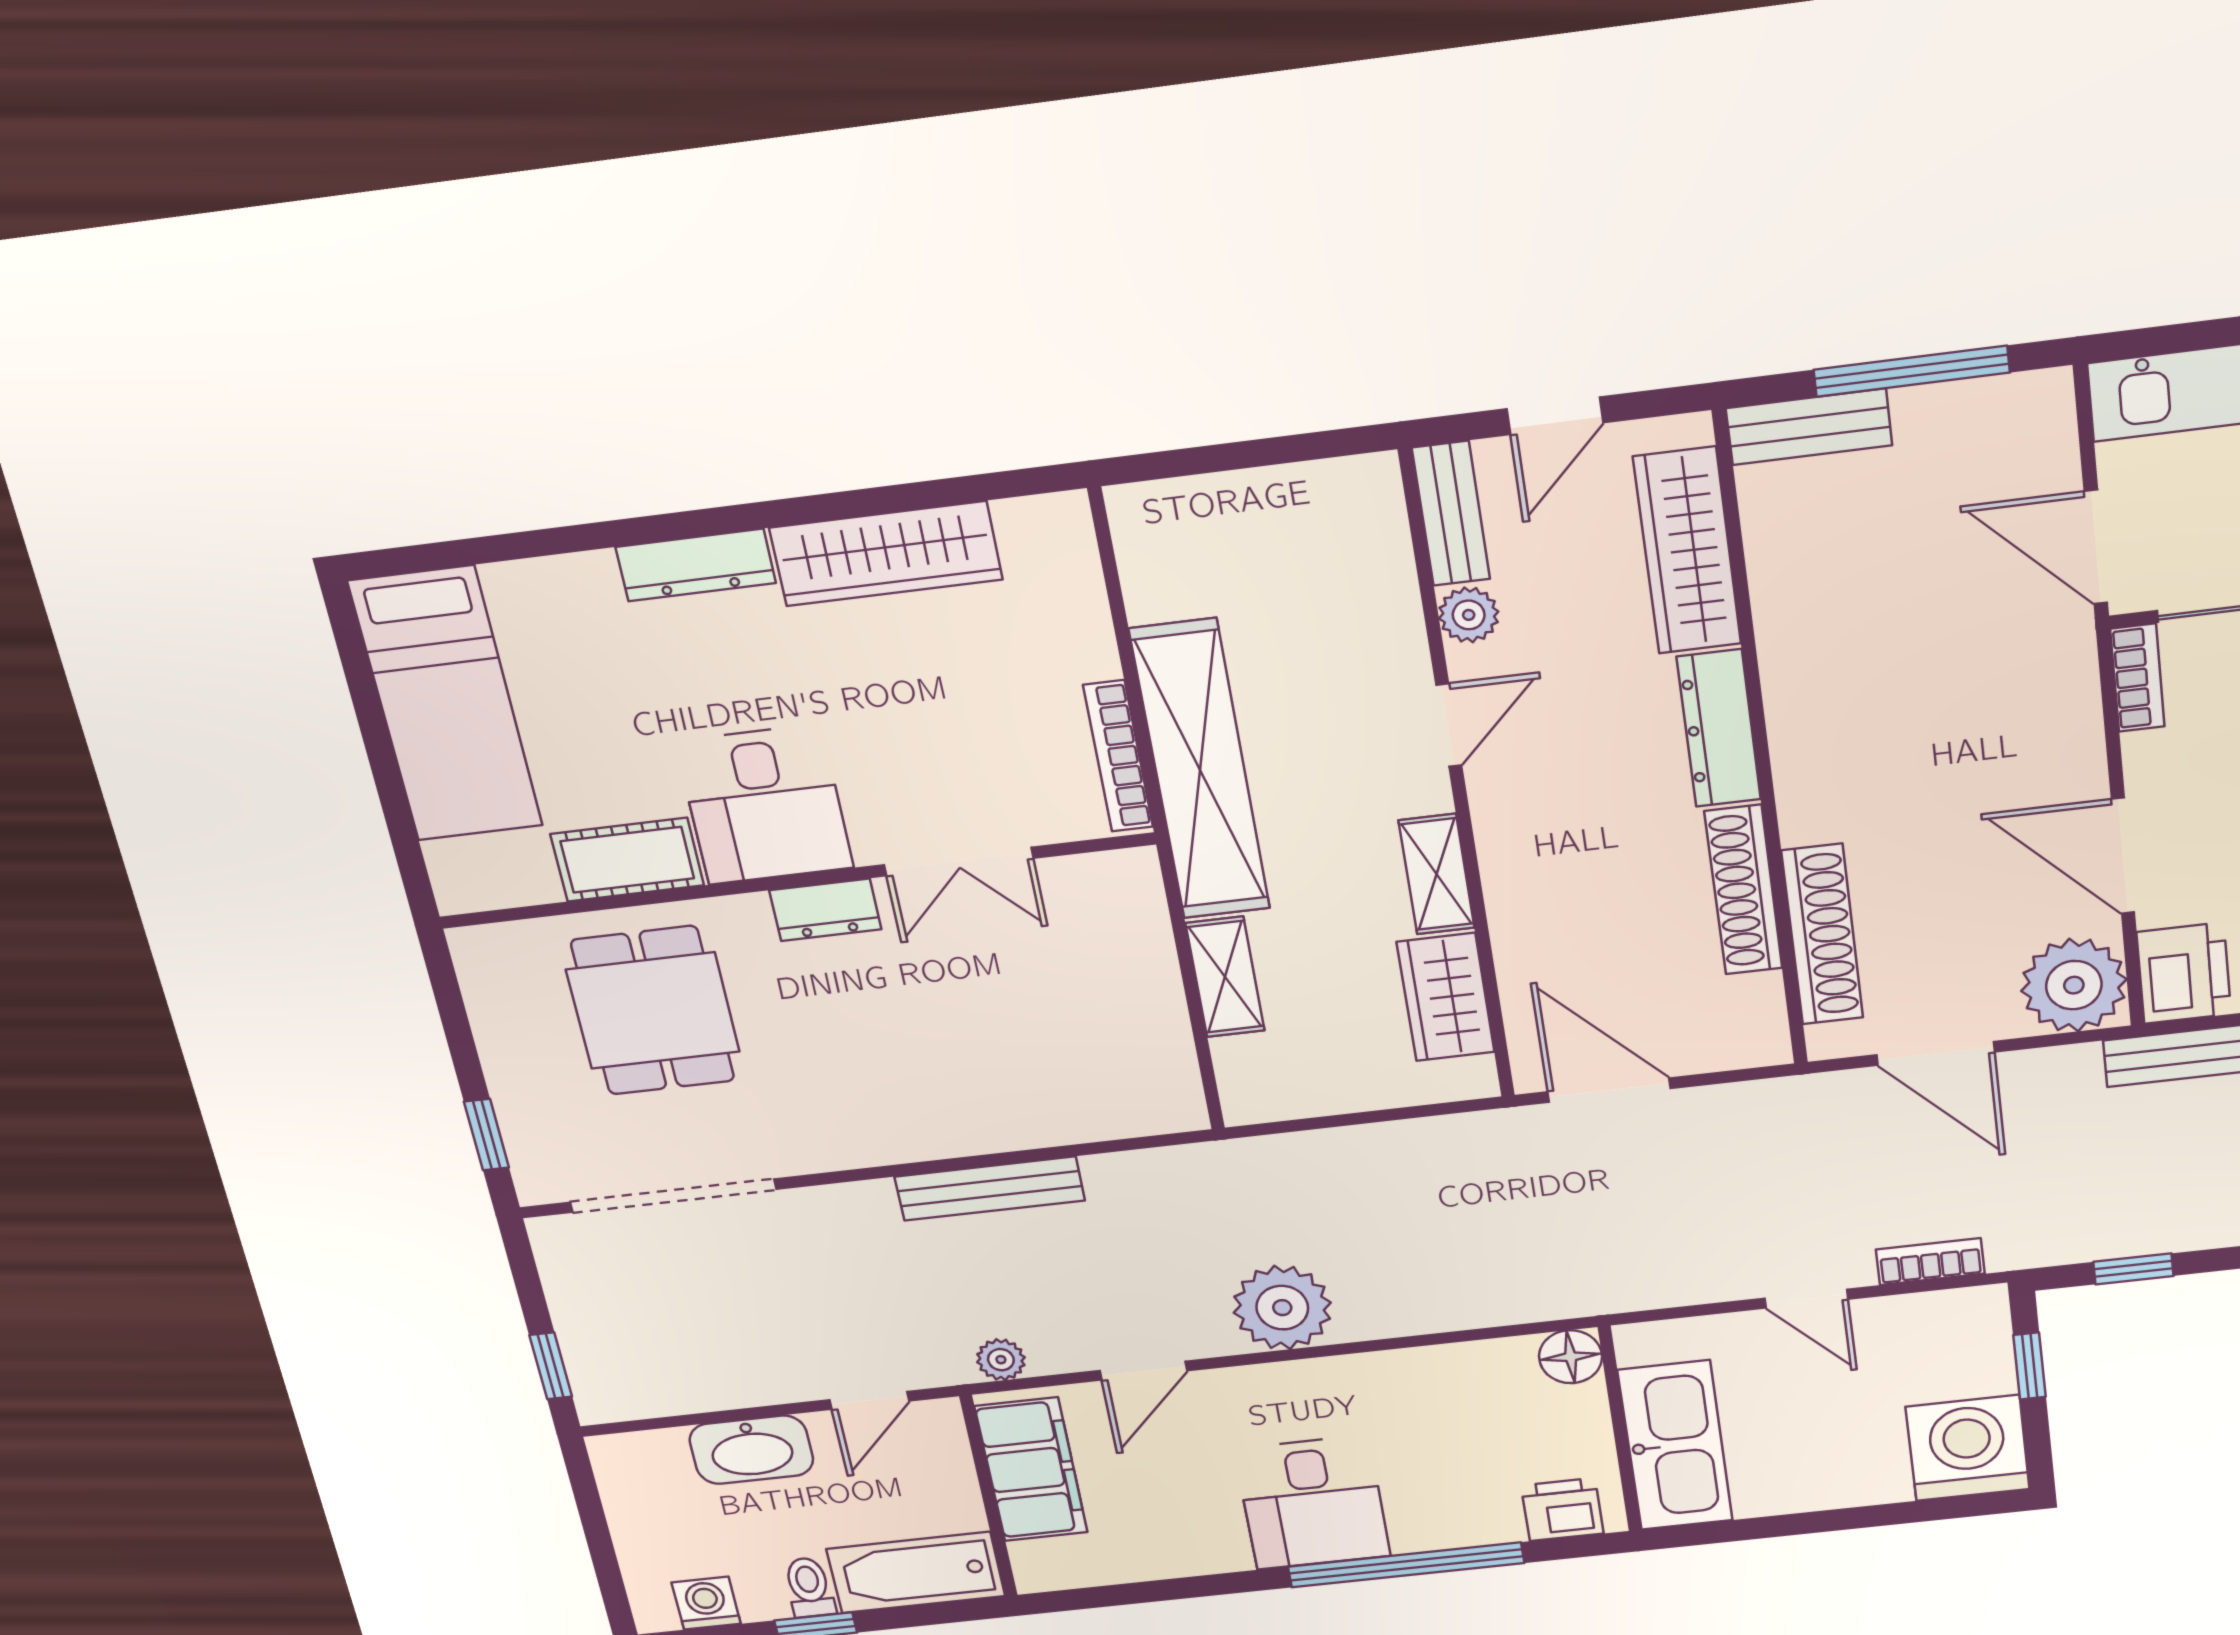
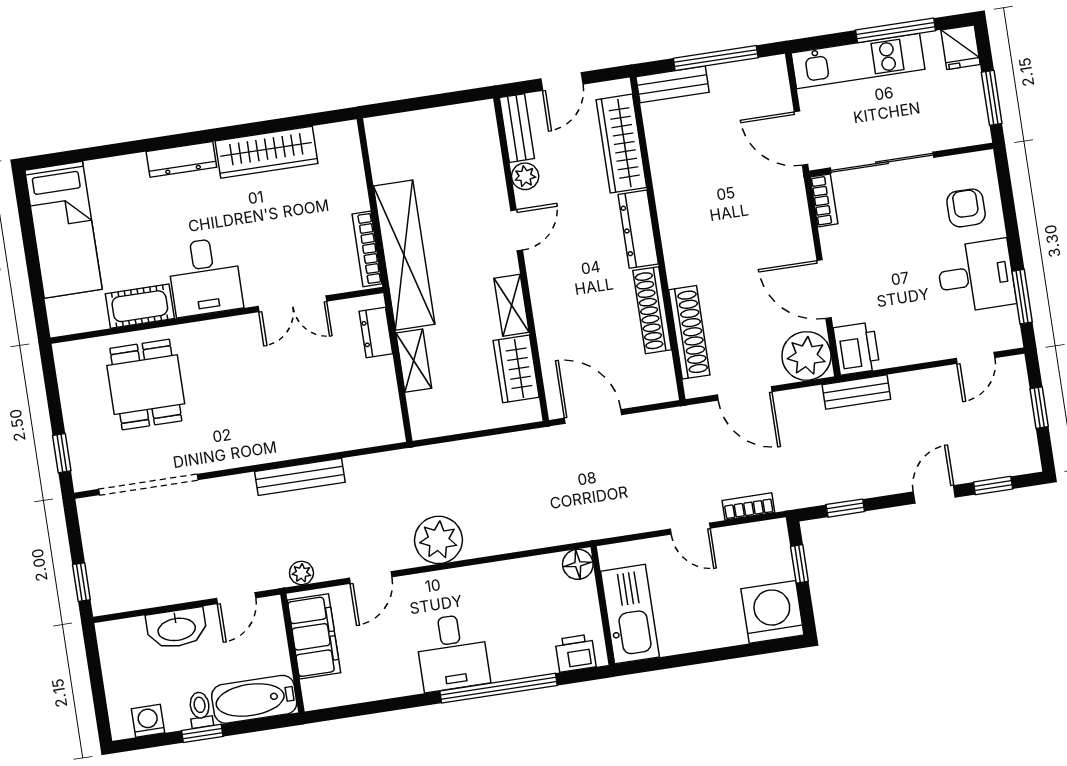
dresser: (825, 910) -> (376, 333), moved, turned 90

